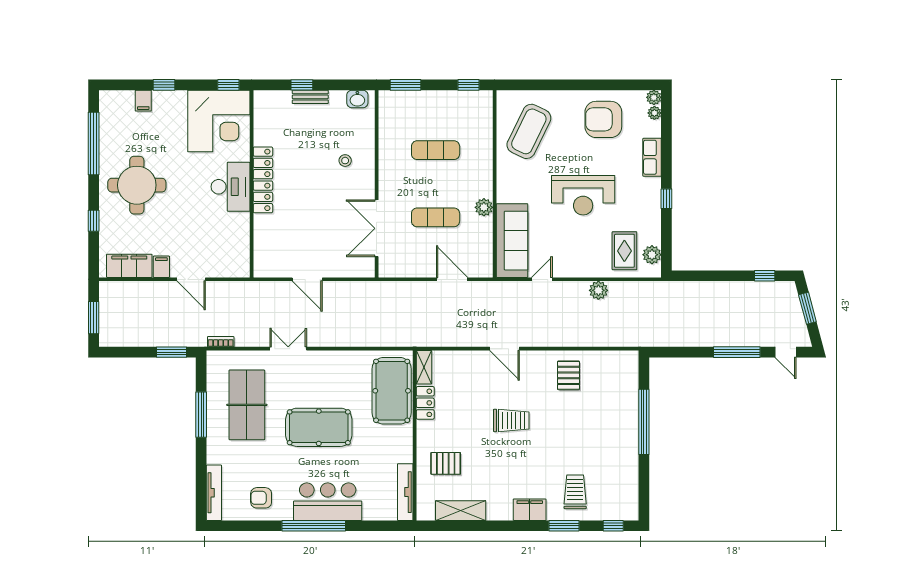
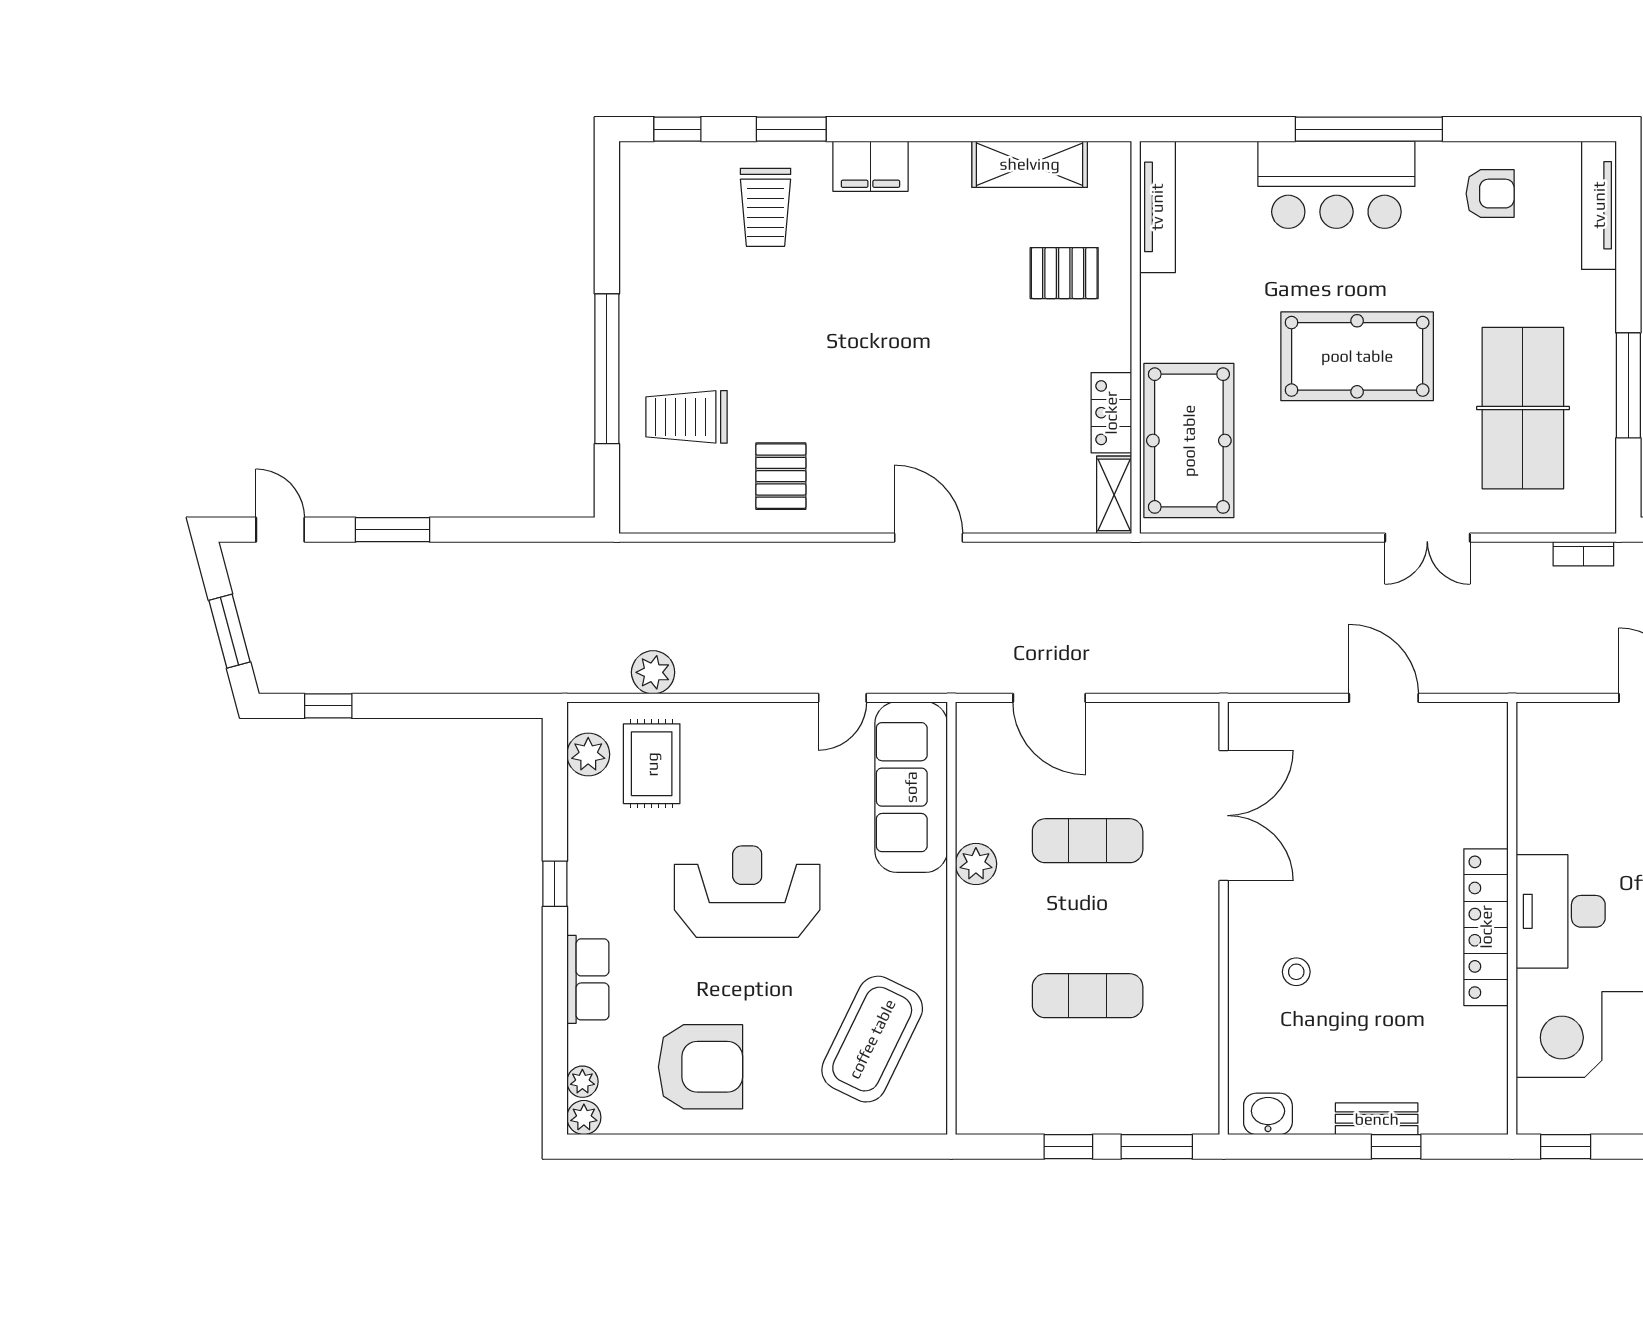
window: (469, 85) -> (1068, 1147), moved
plant: (598, 290) -> (653, 672), moved
window: (737, 352) -> (393, 530), width x0.69
trolley: (511, 420) -> (686, 417), moved

